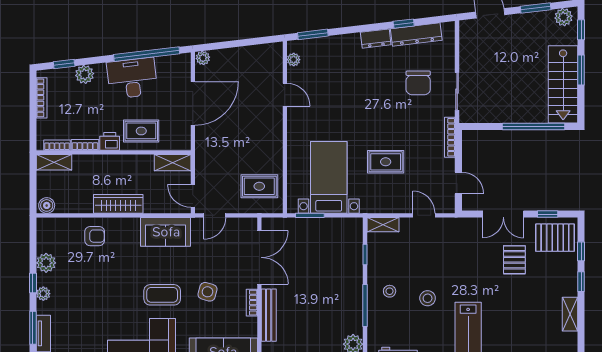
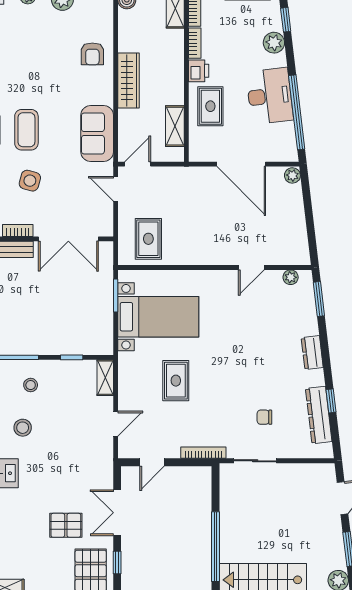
dresser: (376, 39) -> (312, 353), moved
chair: (418, 83) -> (264, 417), width x0.54, depth x0.54
shelving: (173, 163) -> (175, 126), moved

